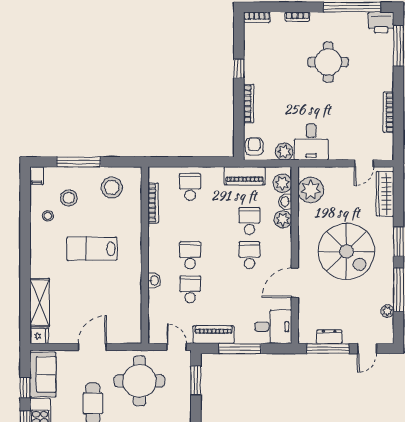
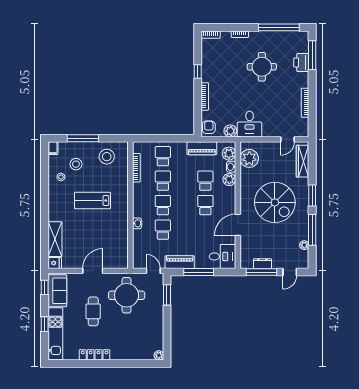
printer: (381, 22) -> (301, 63), moved, turned 90
school desk: (190, 221) -> (163, 181), added
window: (25, 388) -> (45, 287), moved

